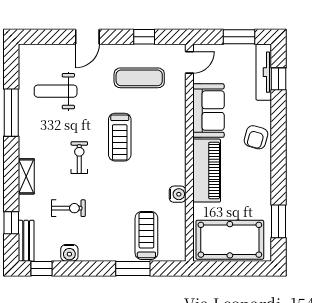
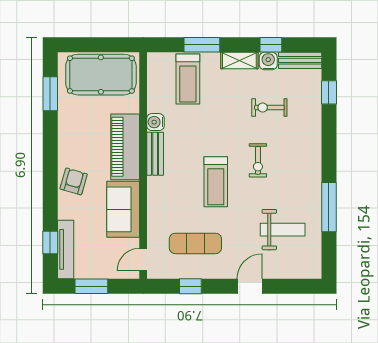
treadmill: (120, 137) -> (216, 182), turned 180
bench: (178, 164) -> (155, 154), added
shelving: (26, 176) -> (239, 60), moved, turned 90
bench: (26, 241) -> (300, 60), moved, turned 90
window: (41, 268) -> (271, 45), moved

